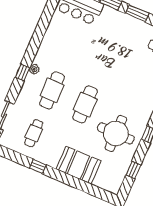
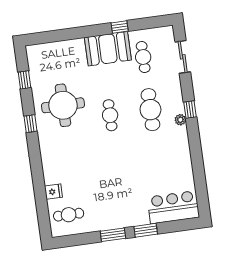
cafe table: (85, 105) -> (110, 115), width x0.73, depth x0.74
booth: (78, 165) -> (108, 49), moved

